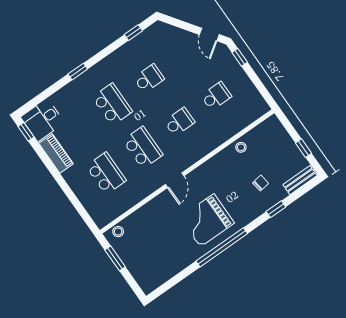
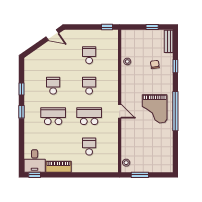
window: (133, 33) -> (22, 89), moved
window: (240, 57) -> (107, 27), moved
window: (78, 72) -> (22, 112), moved
school desk: (106, 173) -> (89, 147), width x0.54

